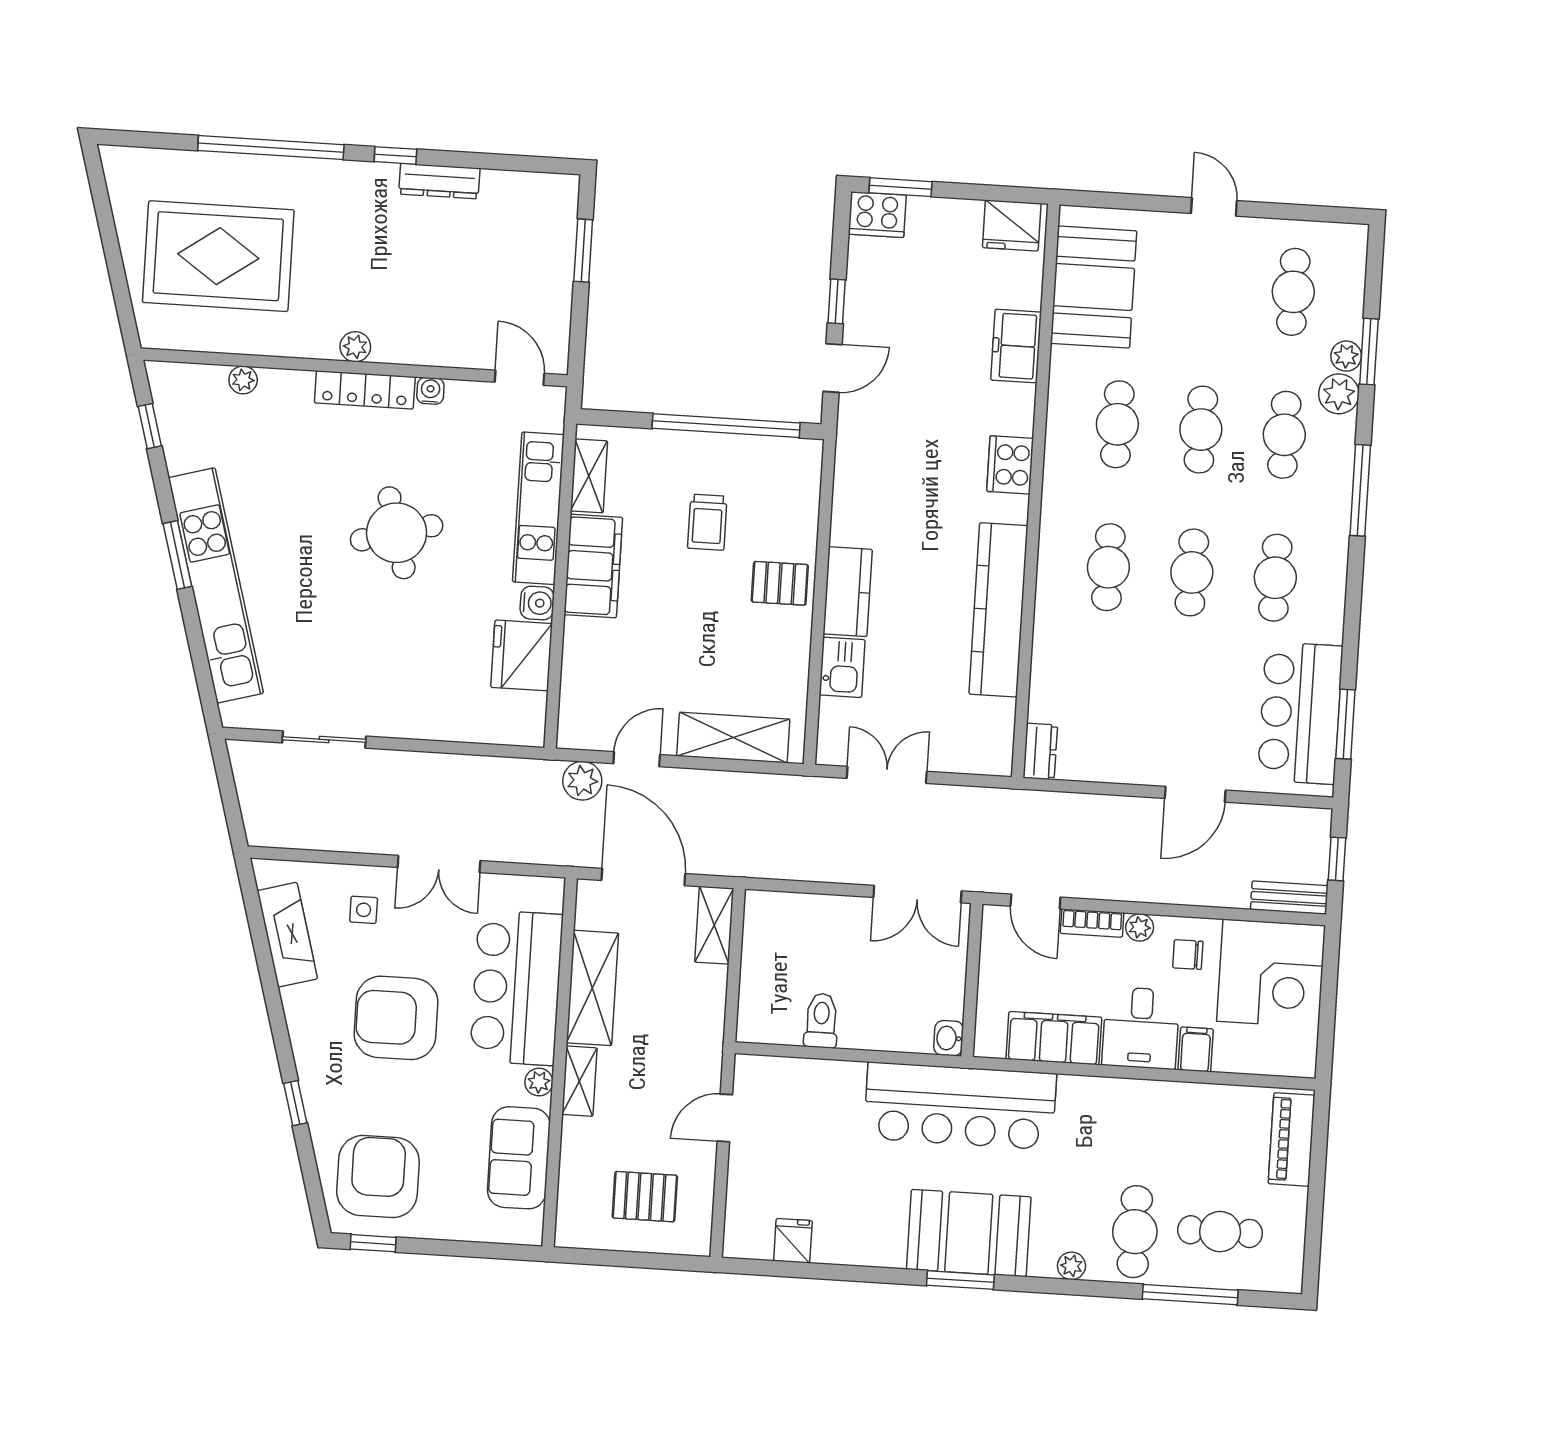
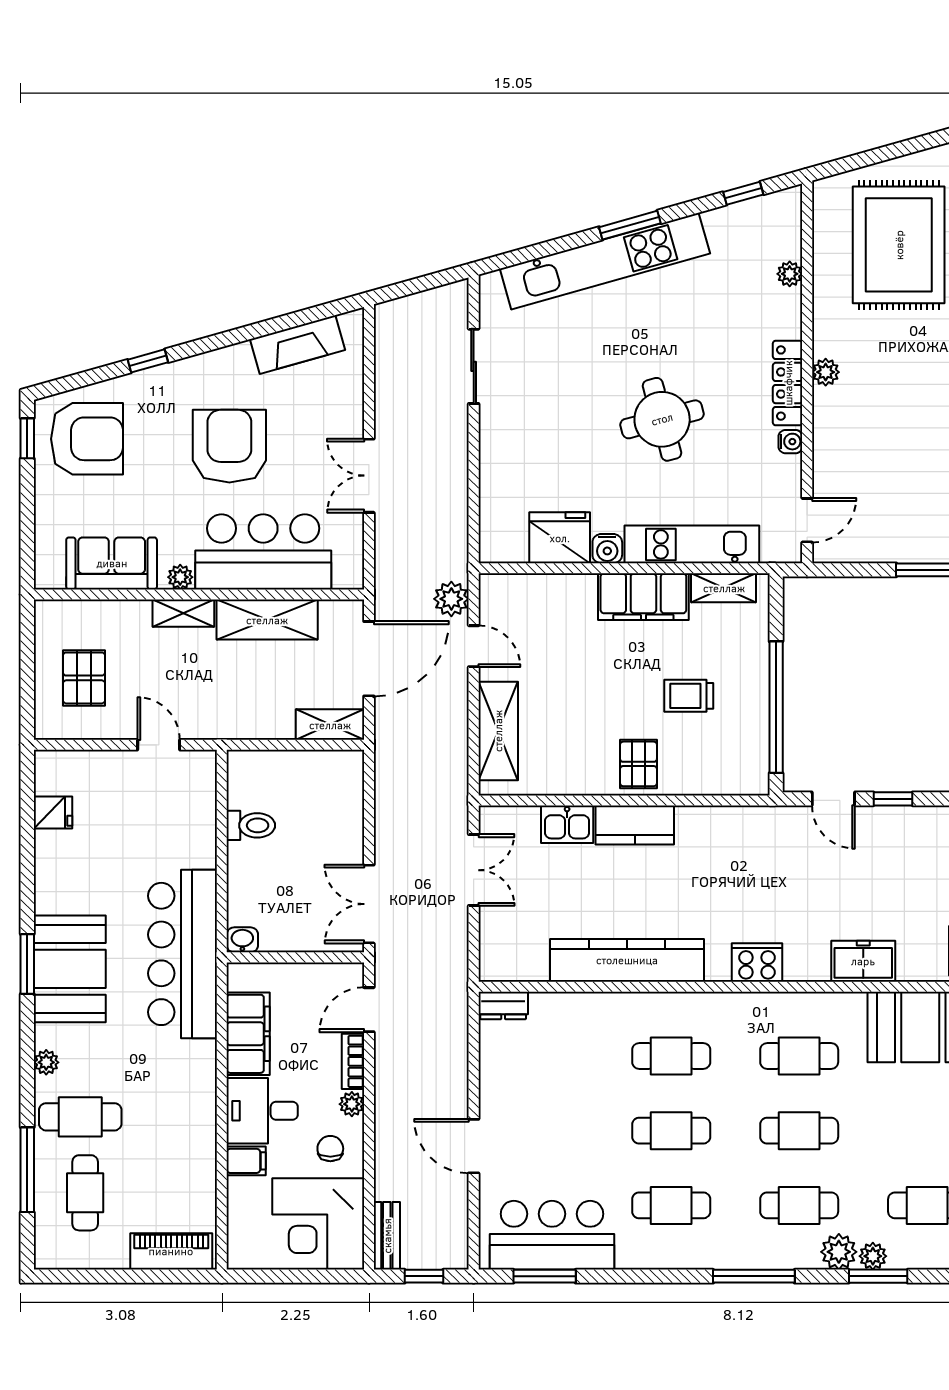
side table: (364, 910) -> (324, 411), removed

